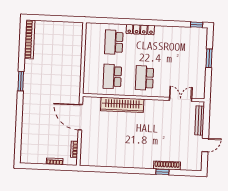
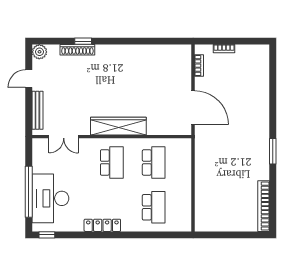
locker: (140, 30) -> (102, 225), moved
desk: (193, 52) -> (50, 198), added
window: (209, 58) -> (29, 192), width x2.11
wardrobe: (122, 105) -> (118, 126), moved
plant: (196, 165) -> (39, 52), added

